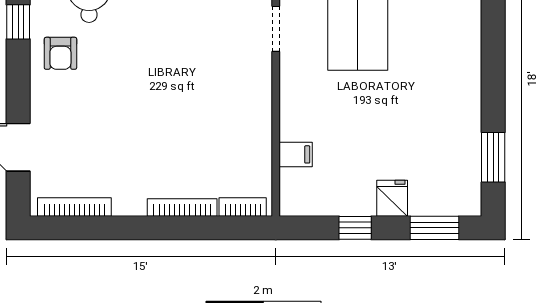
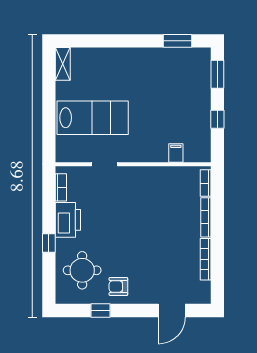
armchair: (60, 53) -> (118, 287), turned 180
fridge: (392, 198) -> (201, 98), removed
bookcase: (74, 207) -> (206, 259), moved

